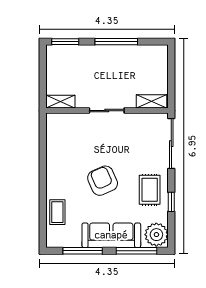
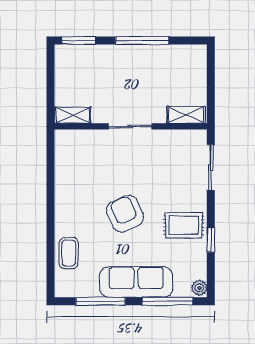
sliding door: (171, 144) -> (211, 168), width x0.73
rug: (150, 190) -> (184, 225), turned 90
plant: (156, 235) -> (199, 288), width x0.53, depth x0.53

